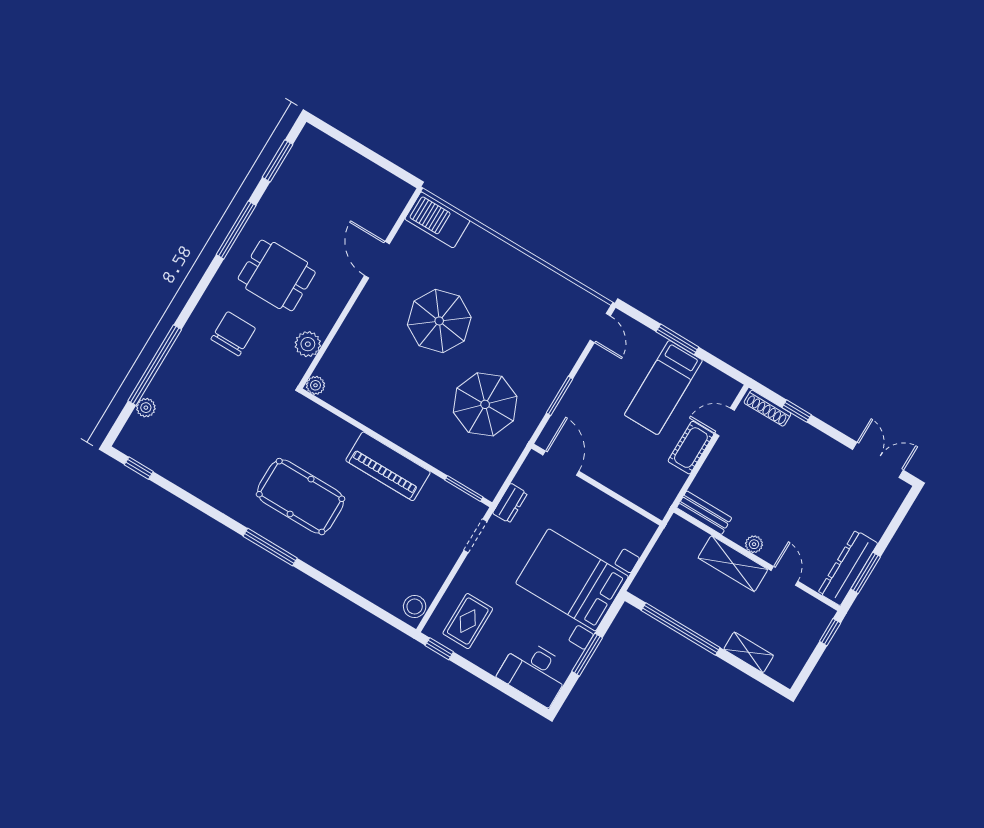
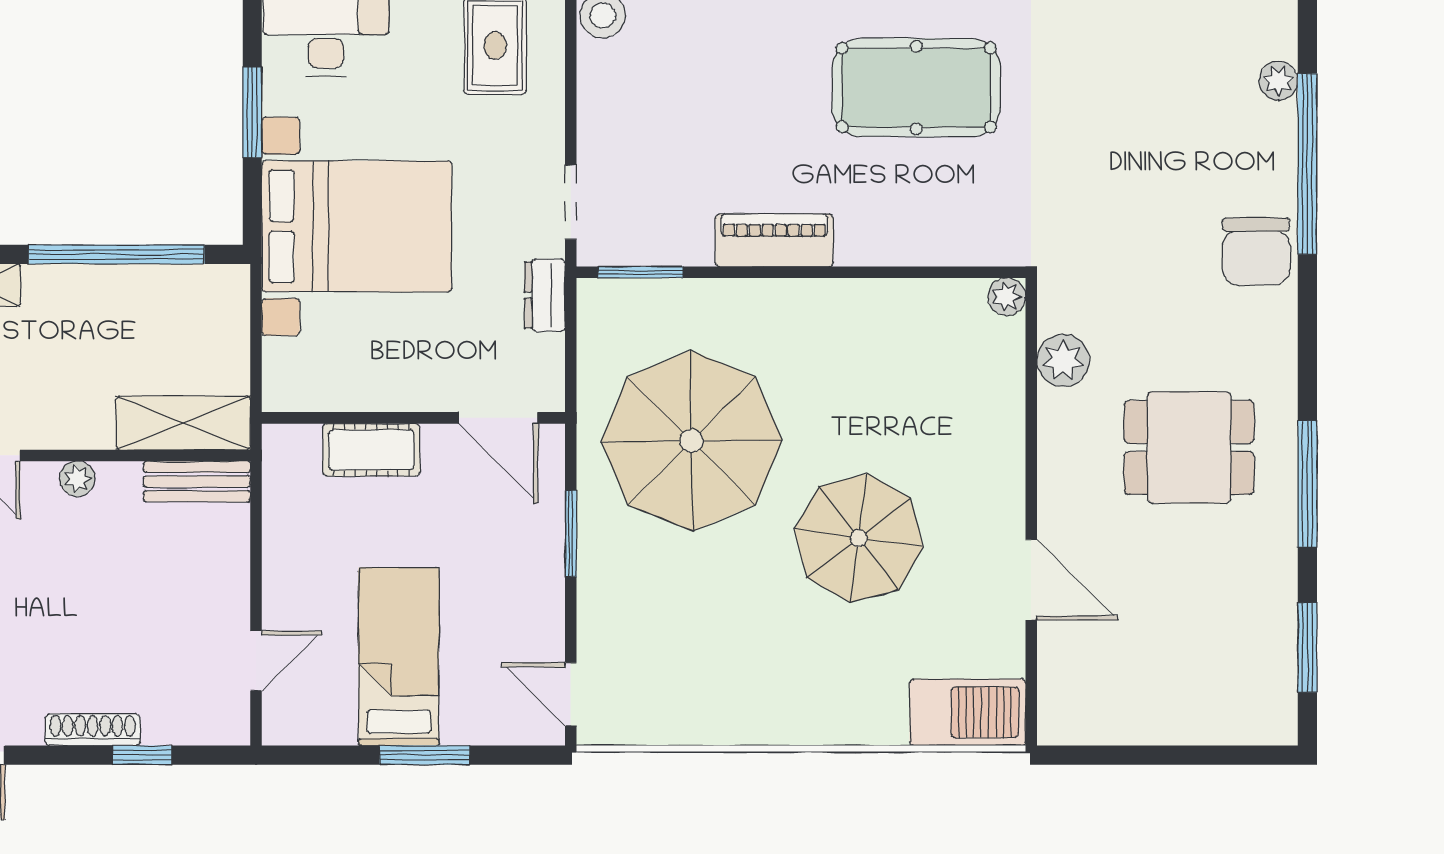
chair: (233, 334) -> (1256, 251), moved
parasol: (485, 404) -> (692, 441), width x1.36, depth x1.36
shoe rack: (767, 408) -> (93, 730), moved
cot: (691, 448) -> (371, 450), moved, turned 90
piano: (388, 466) -> (774, 240), width x0.73, depth x0.75
shelving: (733, 564) -> (183, 423), moved

